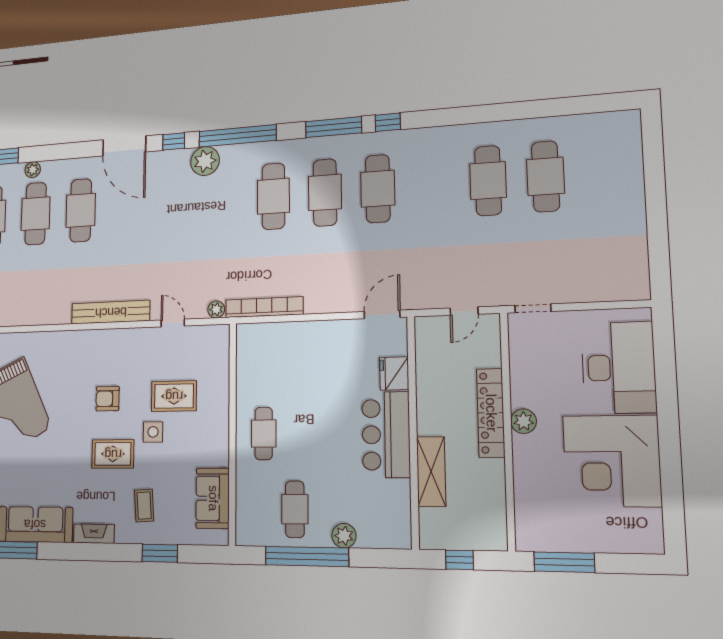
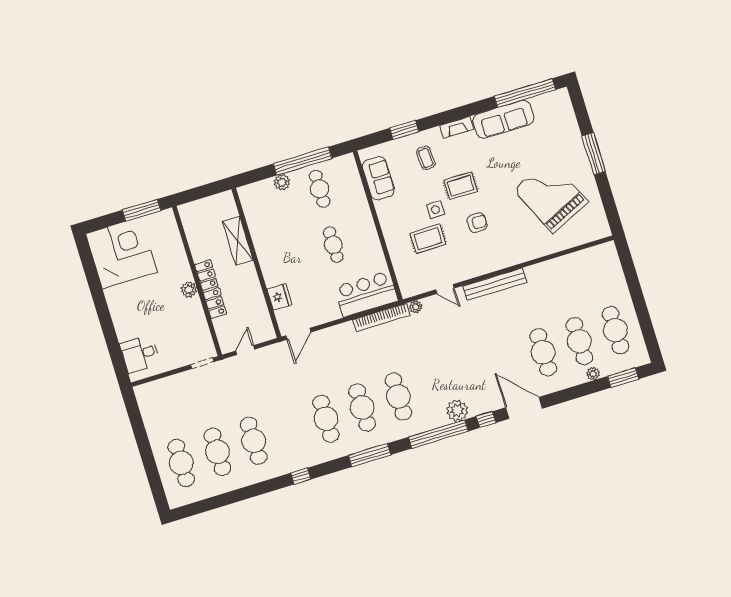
window: (388, 122) -> (301, 476), moved
cafe table: (605, 172) -> (181, 463), added
desk: (619, 368) -> (140, 354), width x0.53, depth x0.77
cafe table: (264, 433) -> (333, 245), moved
bar counter: (386, 435) -> (366, 294), moved, turned -90
corner desk: (612, 461) -> (121, 253), moved
window: (460, 560) -> (205, 191), removed

